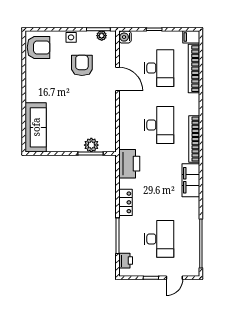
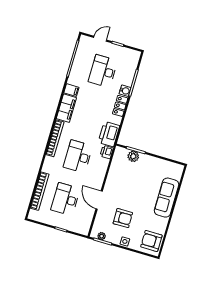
water cooler: (125, 37) -> (125, 91), moved
filing cabinet: (191, 37) -> (71, 90), moved
armchair: (82, 65) -> (123, 218), turned -91
sofa: (36, 127) -> (167, 198), moved
printer: (126, 261) -> (107, 152), moved

